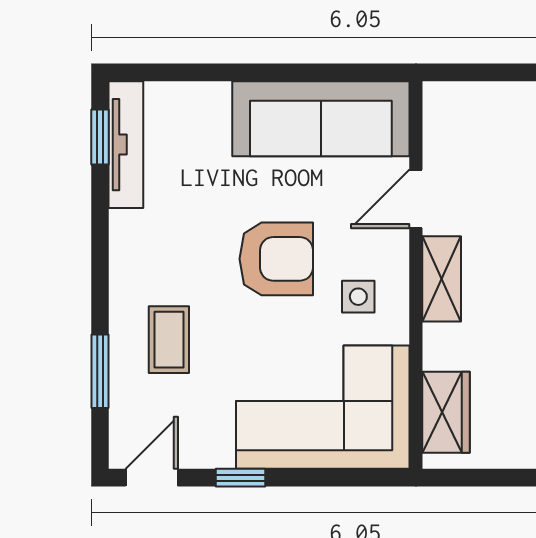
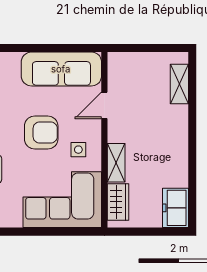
shelving: (442, 279) -> (116, 163), moved
window: (240, 478) -> (25, 232), removed

